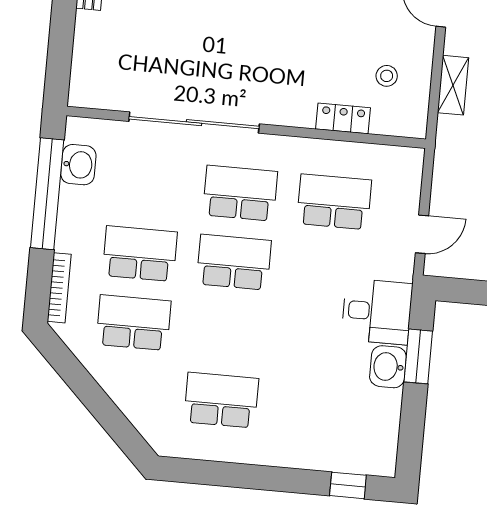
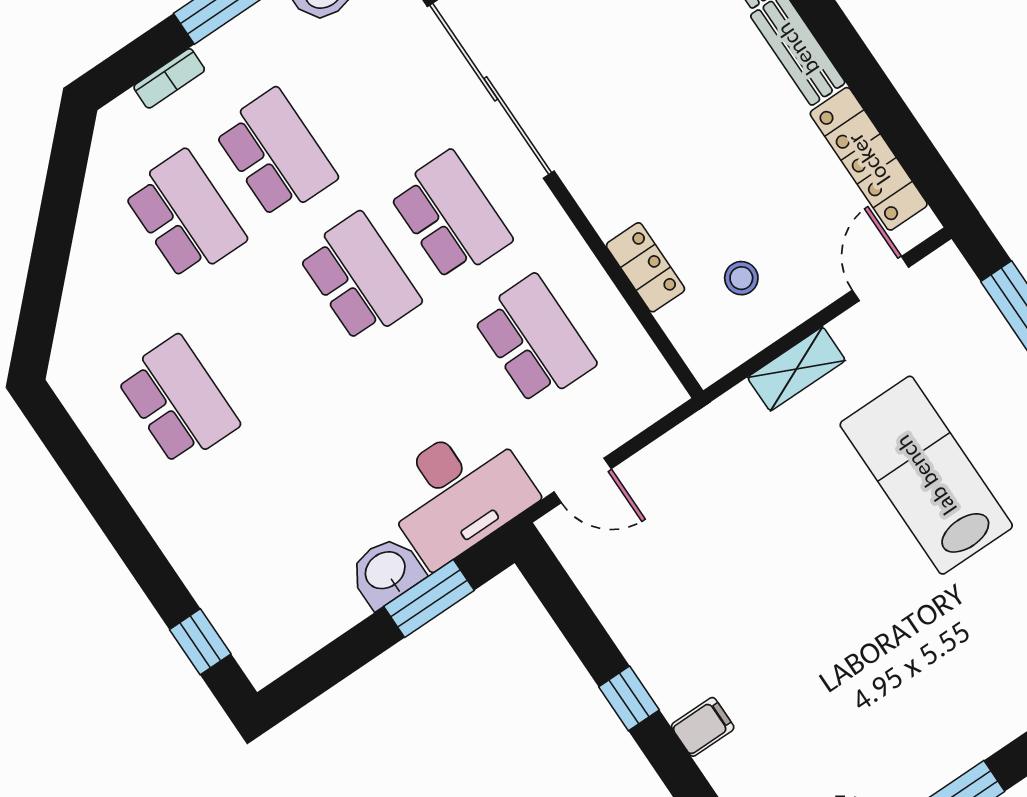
bookcase: (59, 288) -> (169, 78), width x0.64
desk: (377, 312) -> (458, 492), width x1.37

